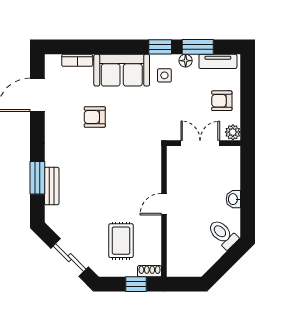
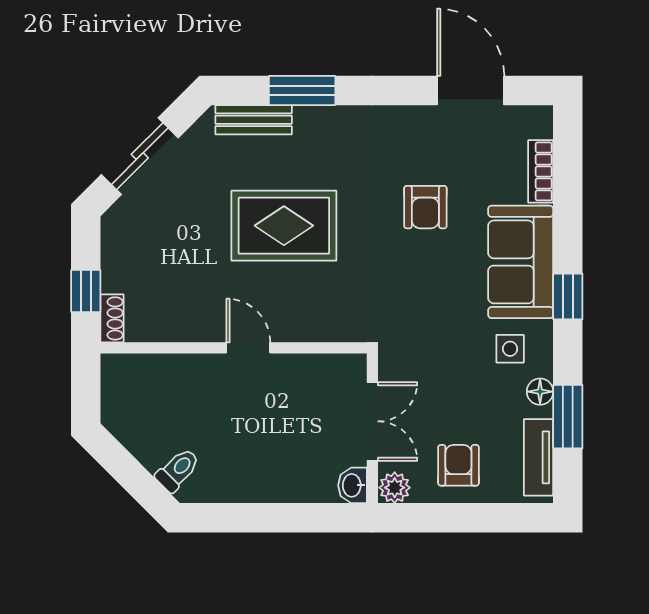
window: (160, 47) -> (568, 297), moved
armchair: (95, 117) -> (425, 207), turned 180
bench: (52, 186) -> (254, 120), moved
washbasin: (233, 199) -> (353, 485), moved, turned -90
toilet: (223, 234) -> (178, 470), width x0.73, depth x0.72
rug: (121, 241) -> (284, 226), moved, width x1.36, depth x1.43

